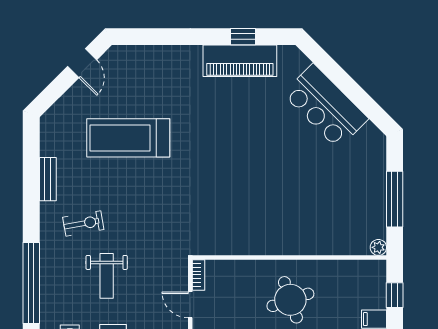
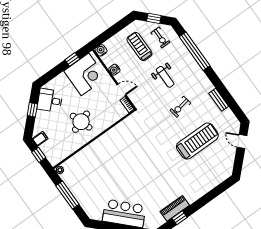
piano: (240, 61) -> (175, 208), width x0.73, depth x0.75
door: (82, 63) -> (242, 142), moved
exercise bike: (83, 223) -> (180, 107), moved
weight bench: (107, 276) -> (165, 77), turned 180

